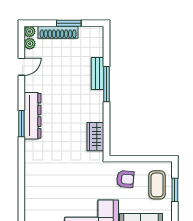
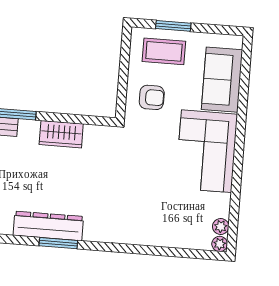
wardrobe: (95, 137) -> (61, 134), moved
armchair: (125, 179) -> (152, 97), turned 85

